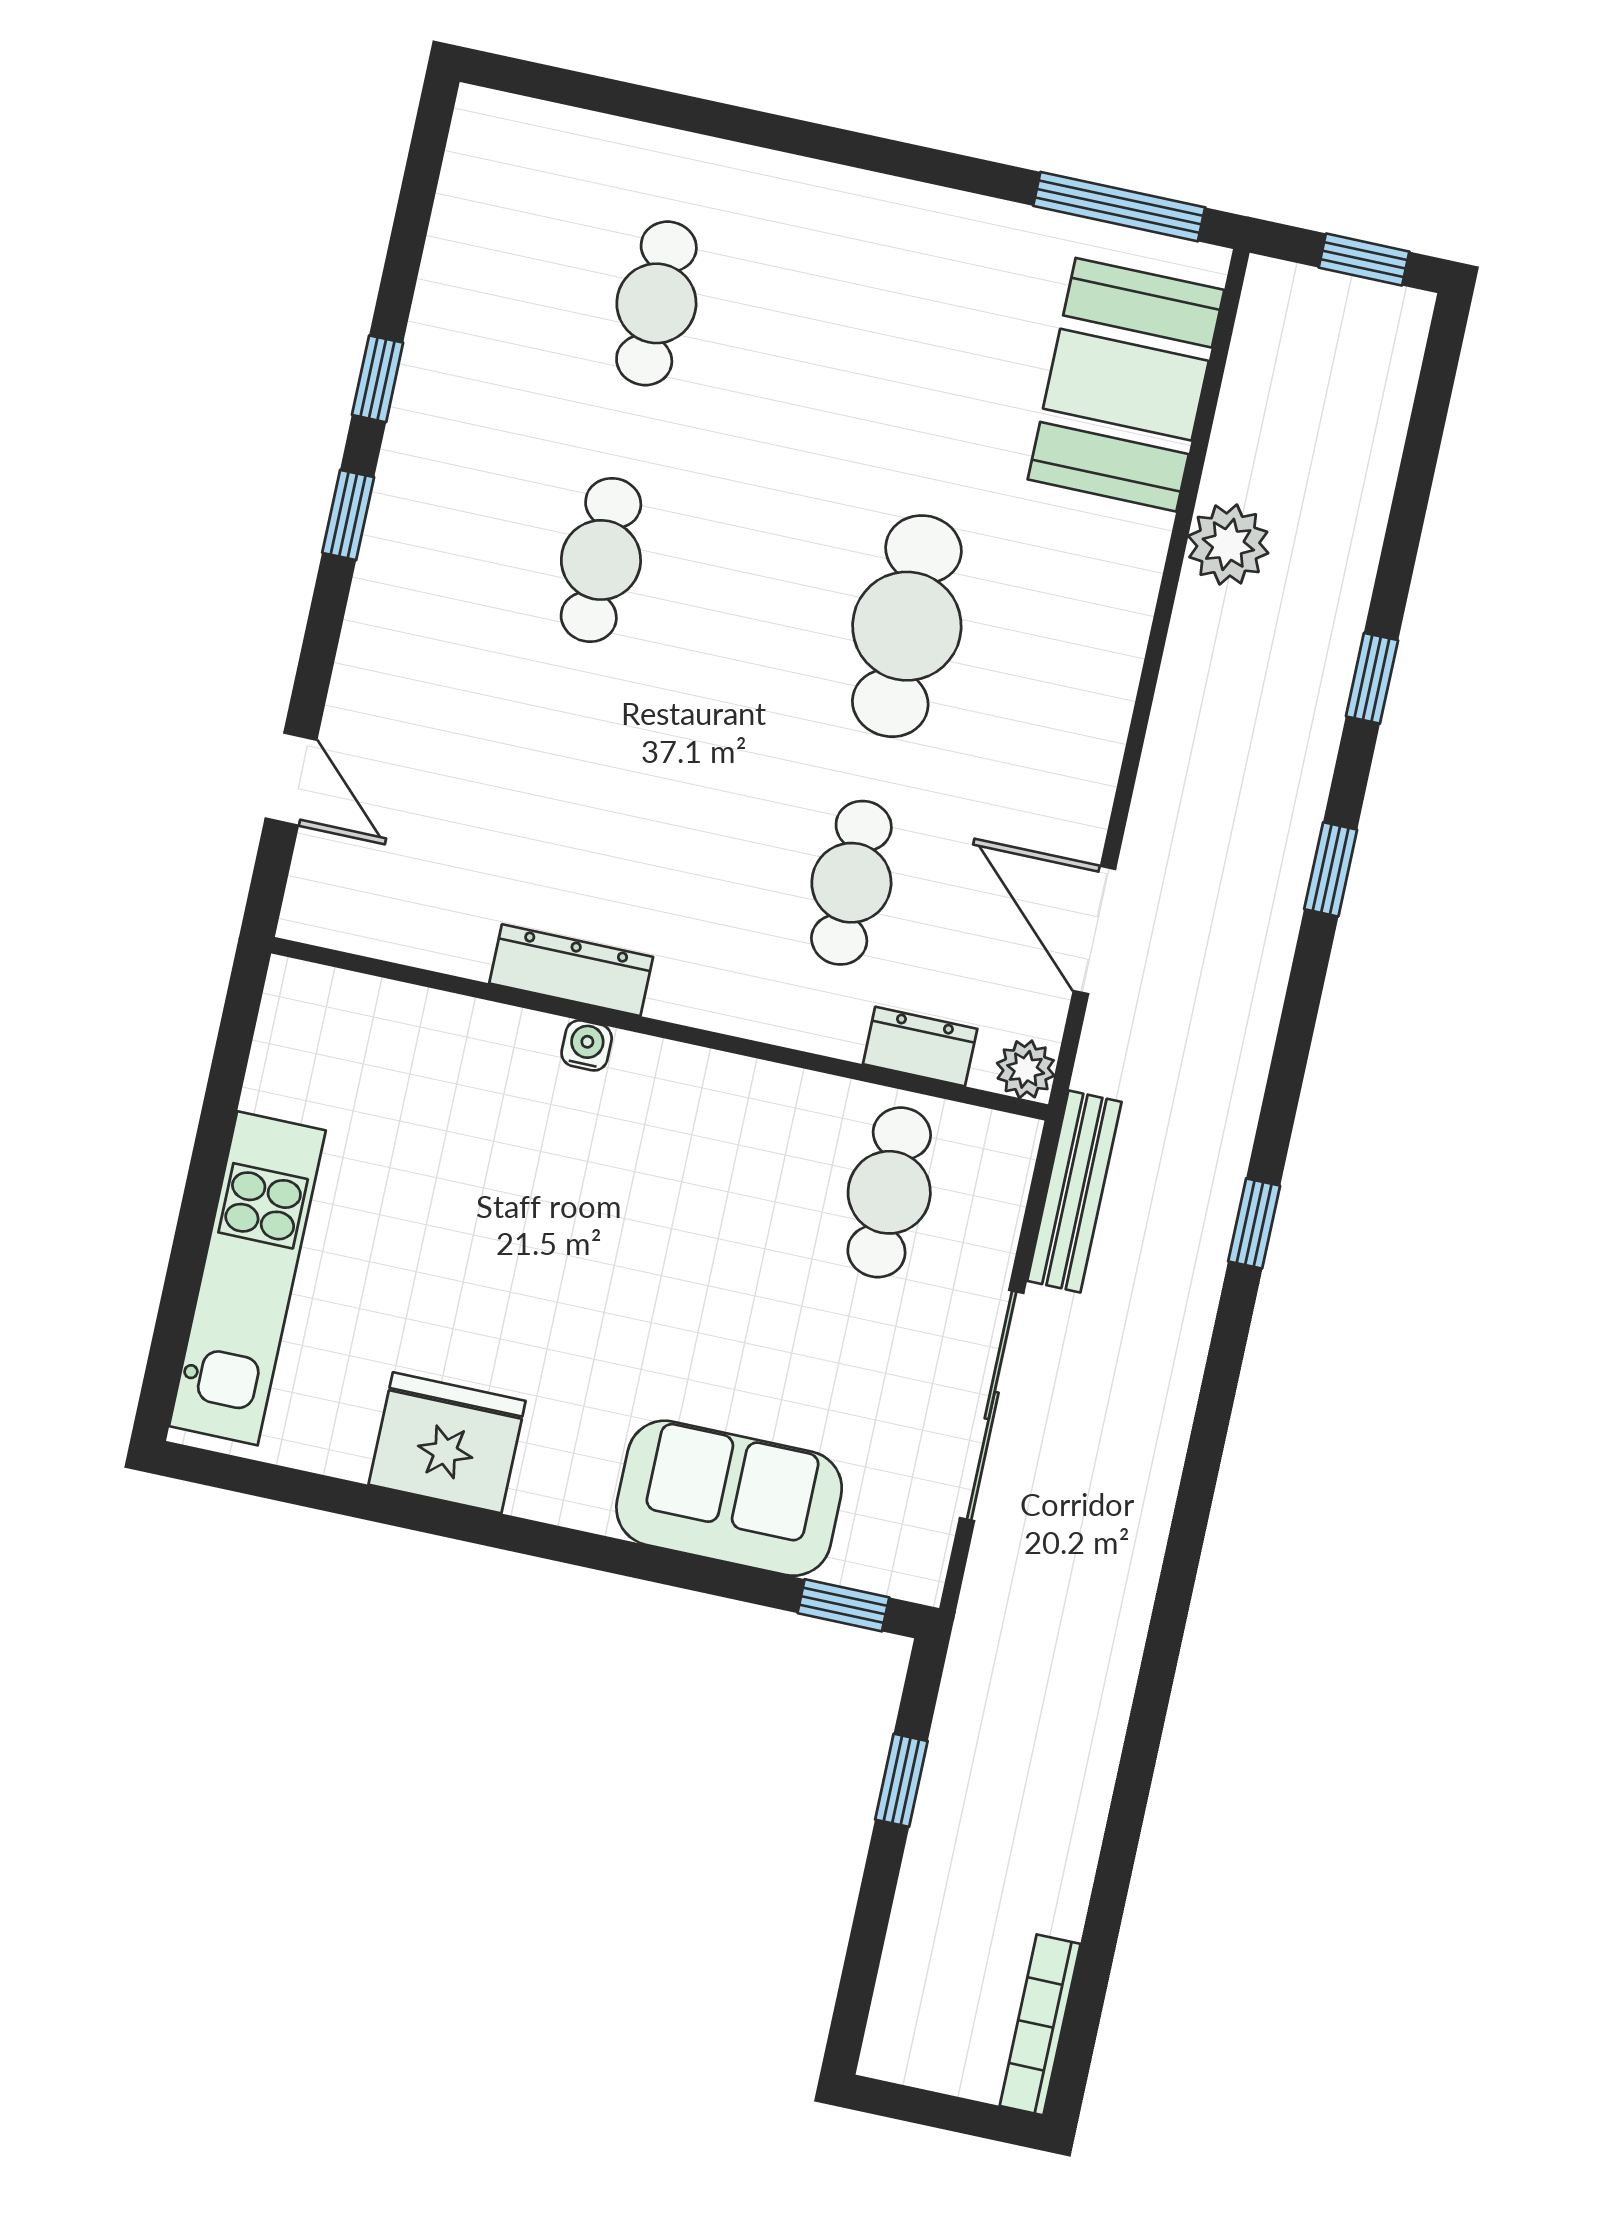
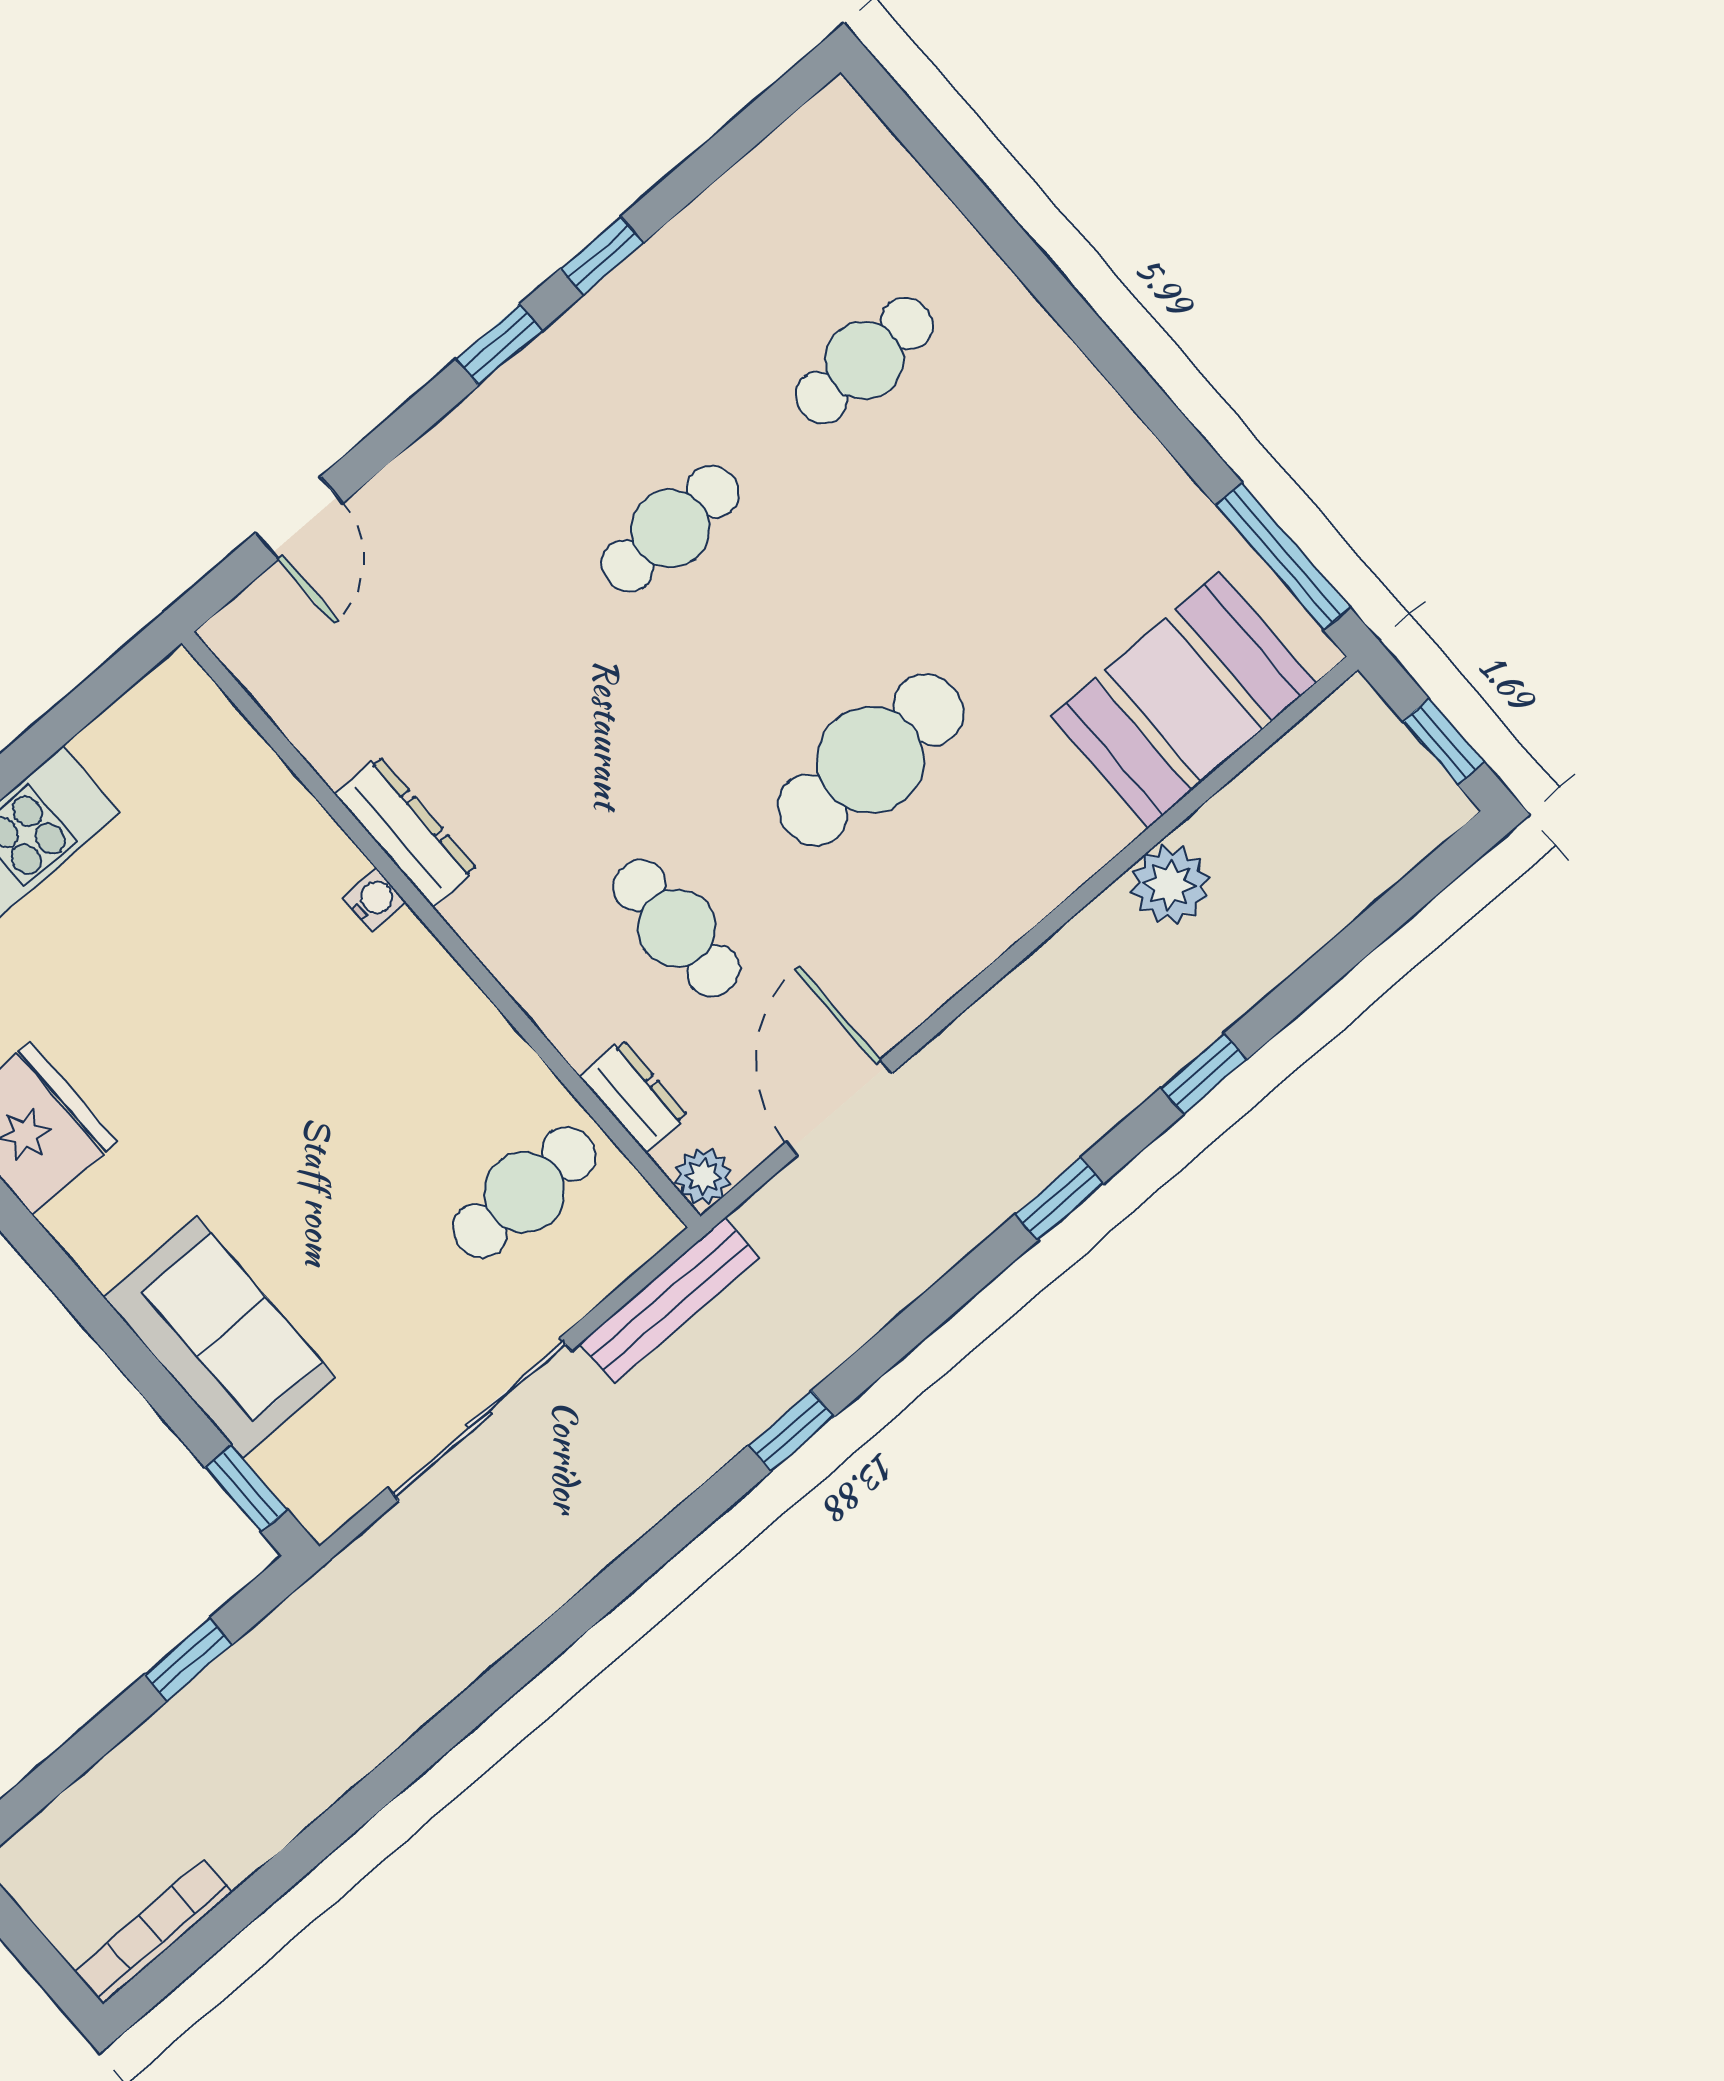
cafe table: (851, 883) -> (677, 928), turned 90

